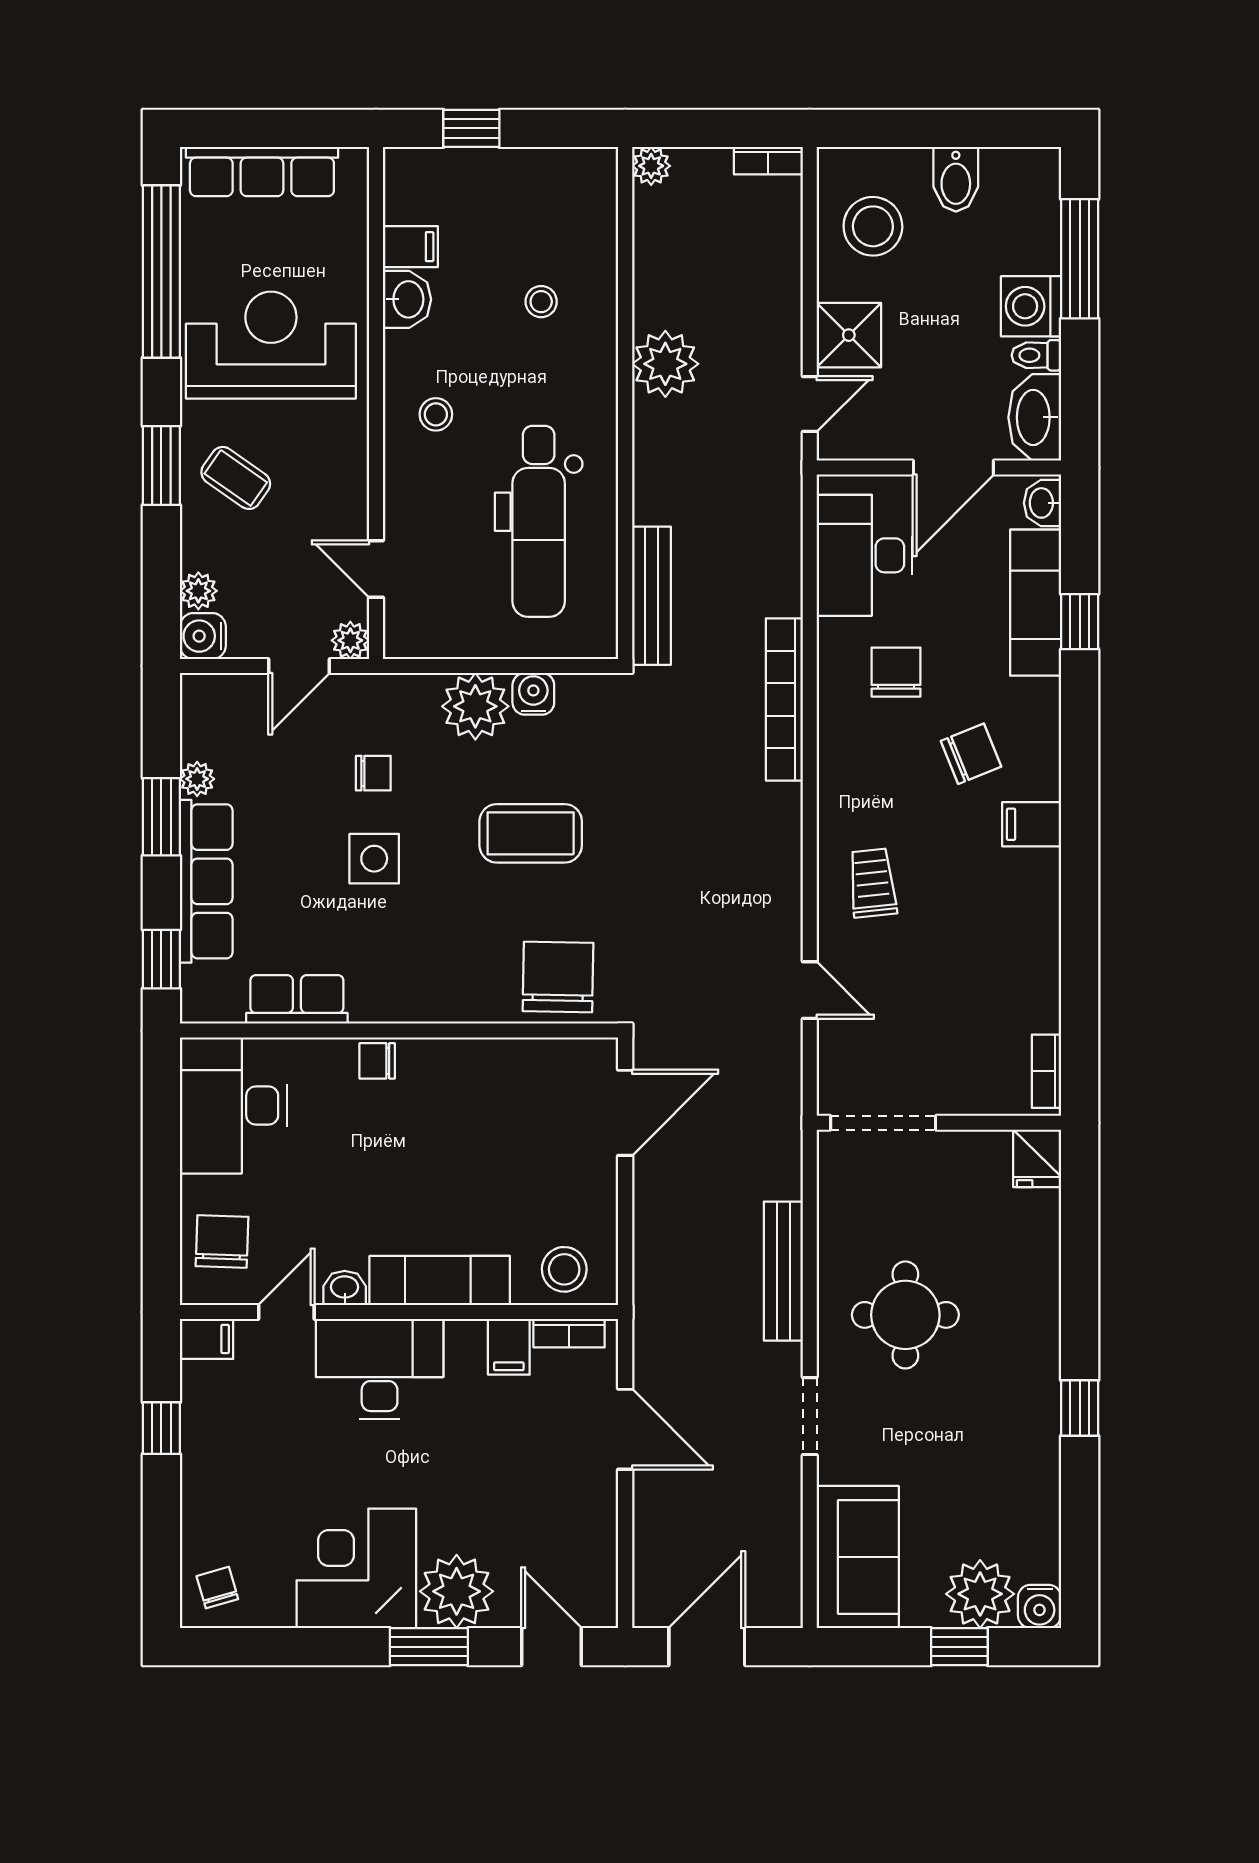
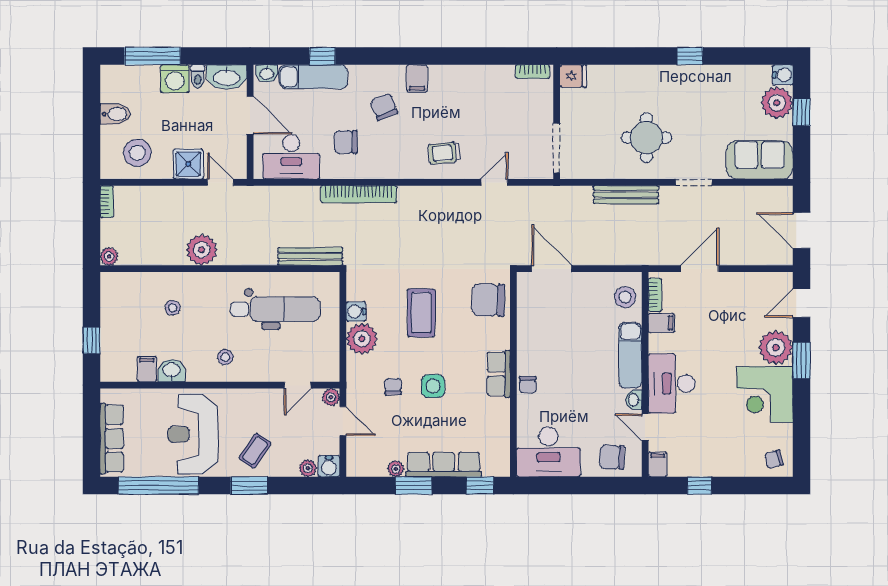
row of seats: (297, 999) -> (499, 374), moved

